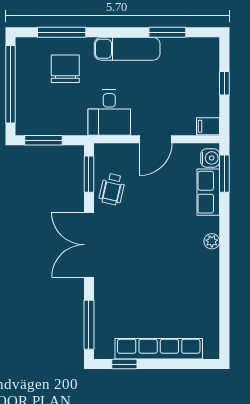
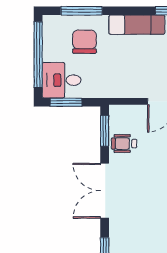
desk: (109, 113) -> (62, 80), moved, turned 90
wheelchair: (112, 189) -> (124, 144), turned 77

